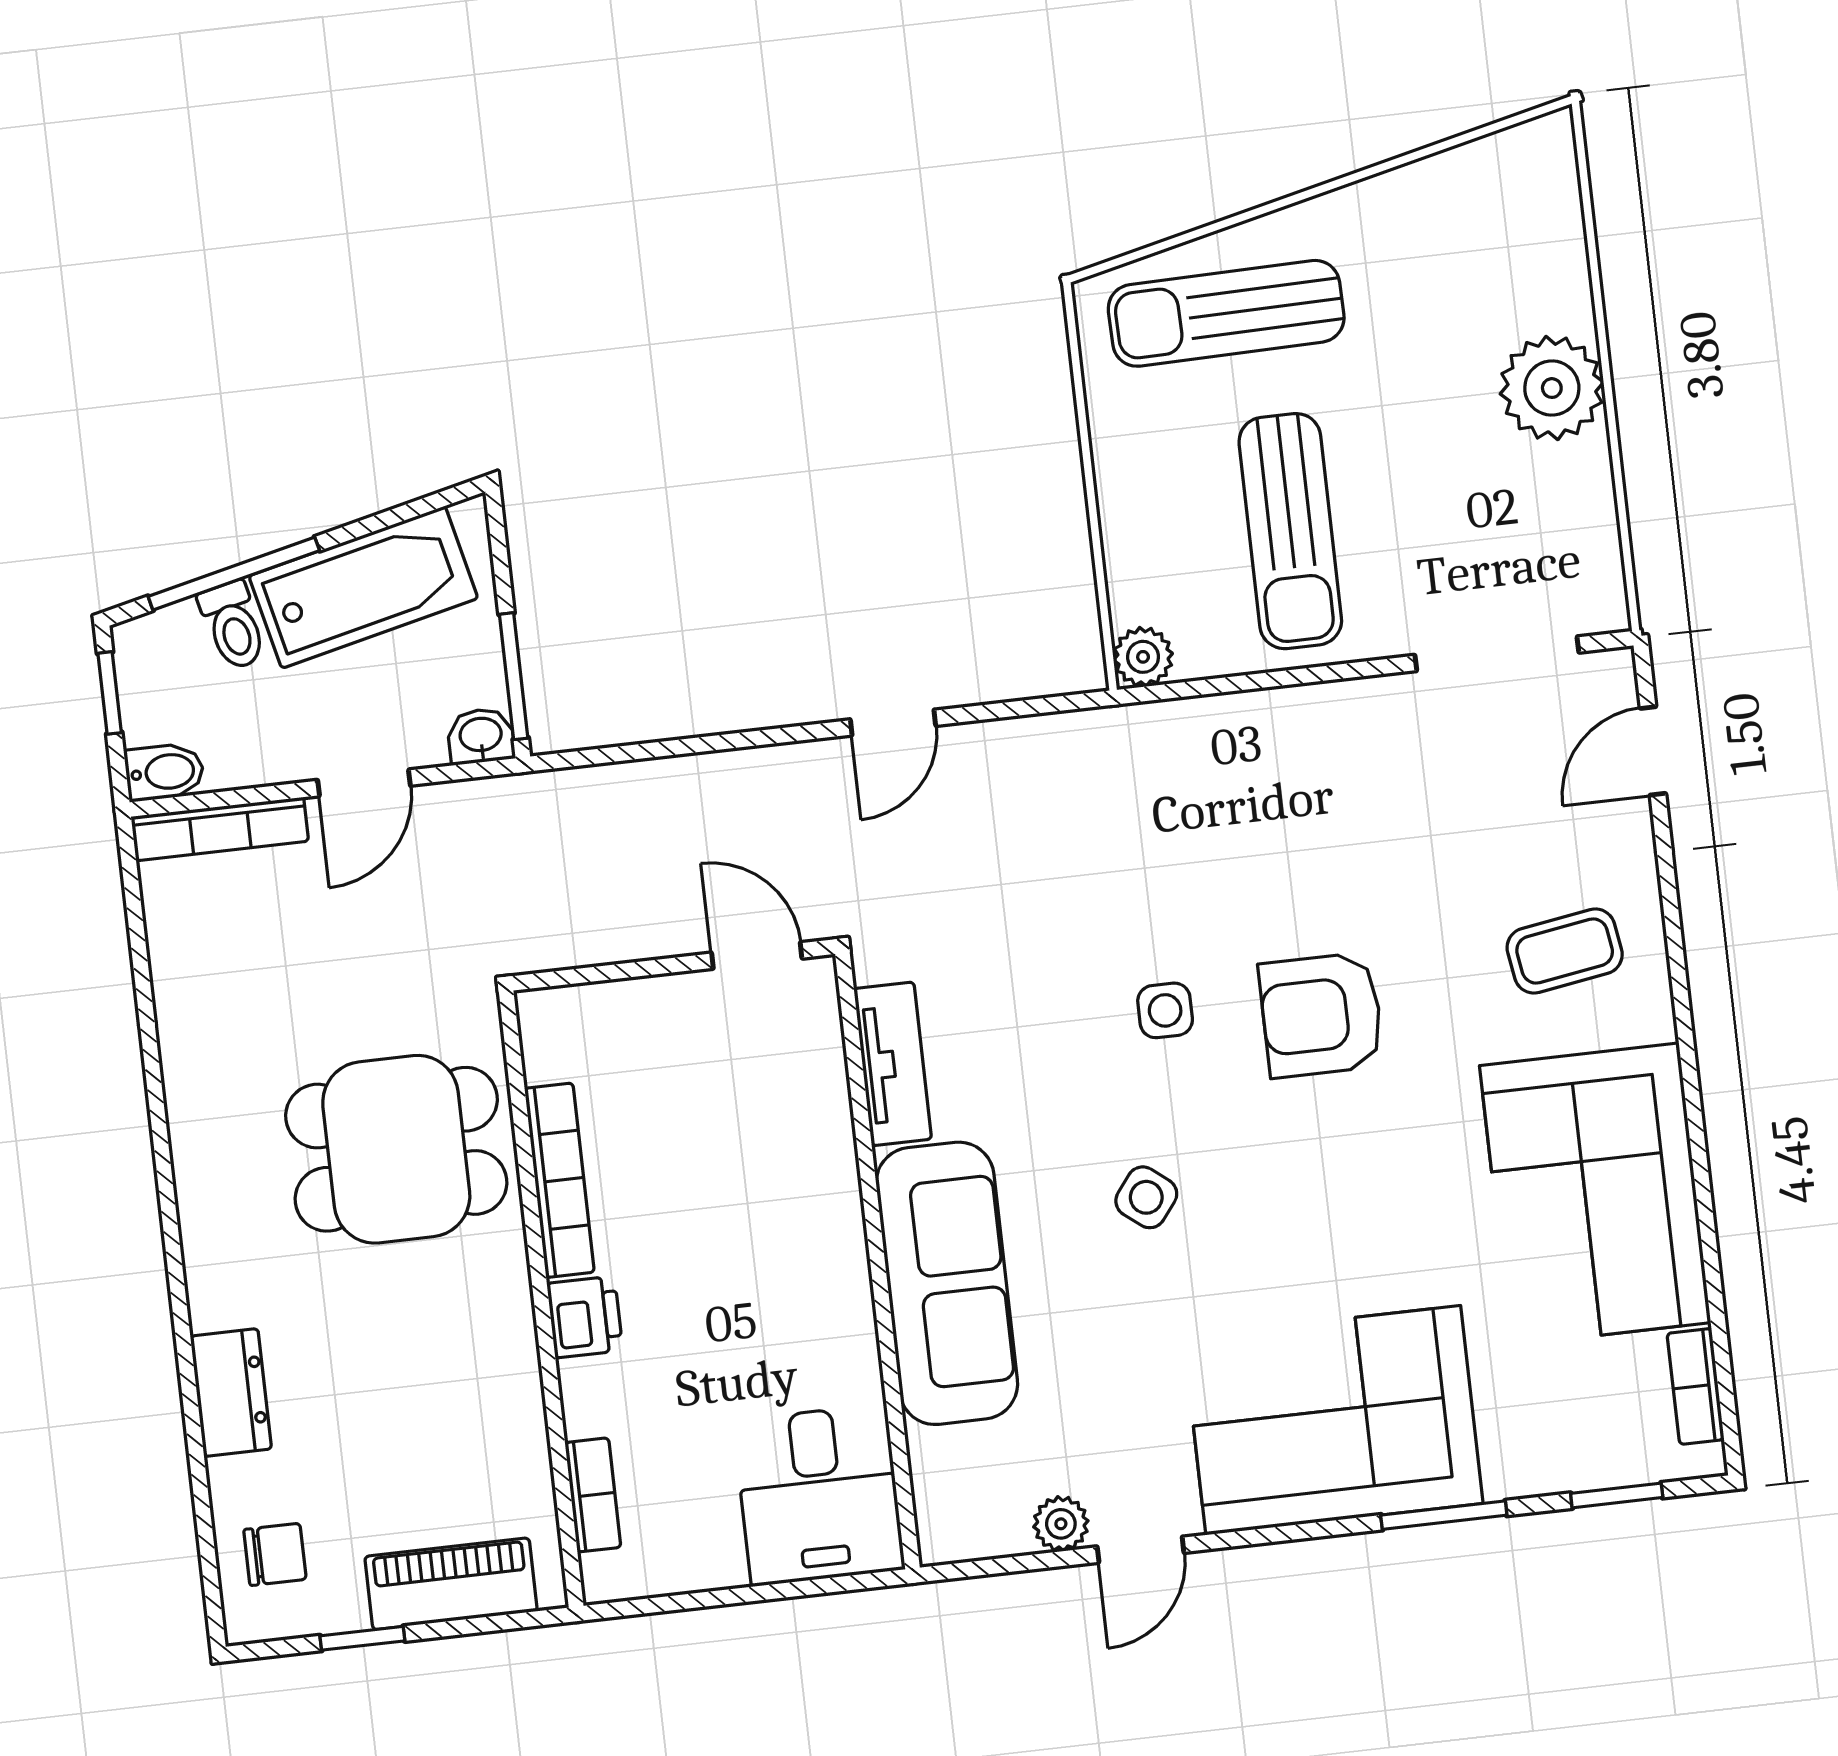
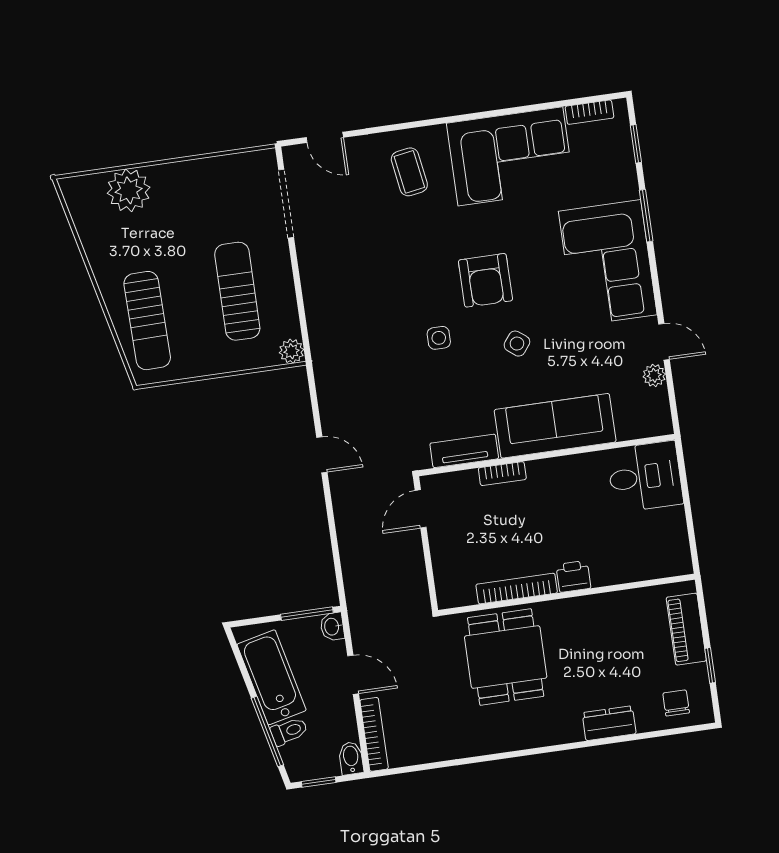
plant: (1552, 388) -> (129, 190), moved
sun lounger: (1290, 531) -> (237, 291), turned -90
armchair: (1321, 1015) -> (485, 280), moved
bookcase: (593, 1495) -> (502, 474), moved, turned 180

